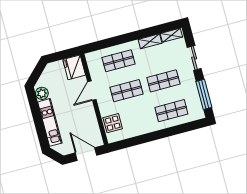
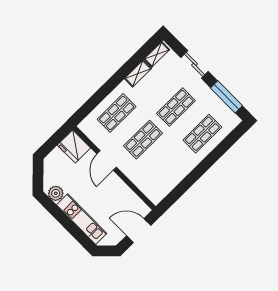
display table: (113, 123) -> (148, 182), removed

